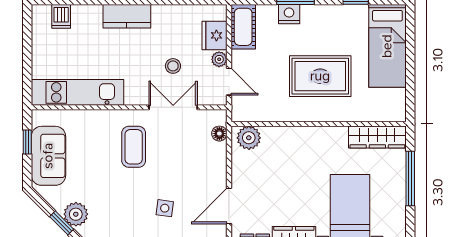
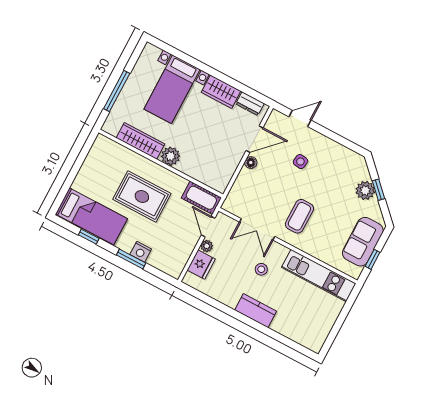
dishwasher: (61, 16) -> (302, 335), removed
cot: (243, 27) -> (201, 198), moved, turned 90
bed: (387, 46) -> (91, 216), moved, turned 90
stool: (173, 66) -> (261, 269), moved
floor lamp: (219, 134) -> (251, 163), moved
wardrobe: (377, 137) -> (141, 141), moved
plant: (249, 138) -> (170, 156), moved

